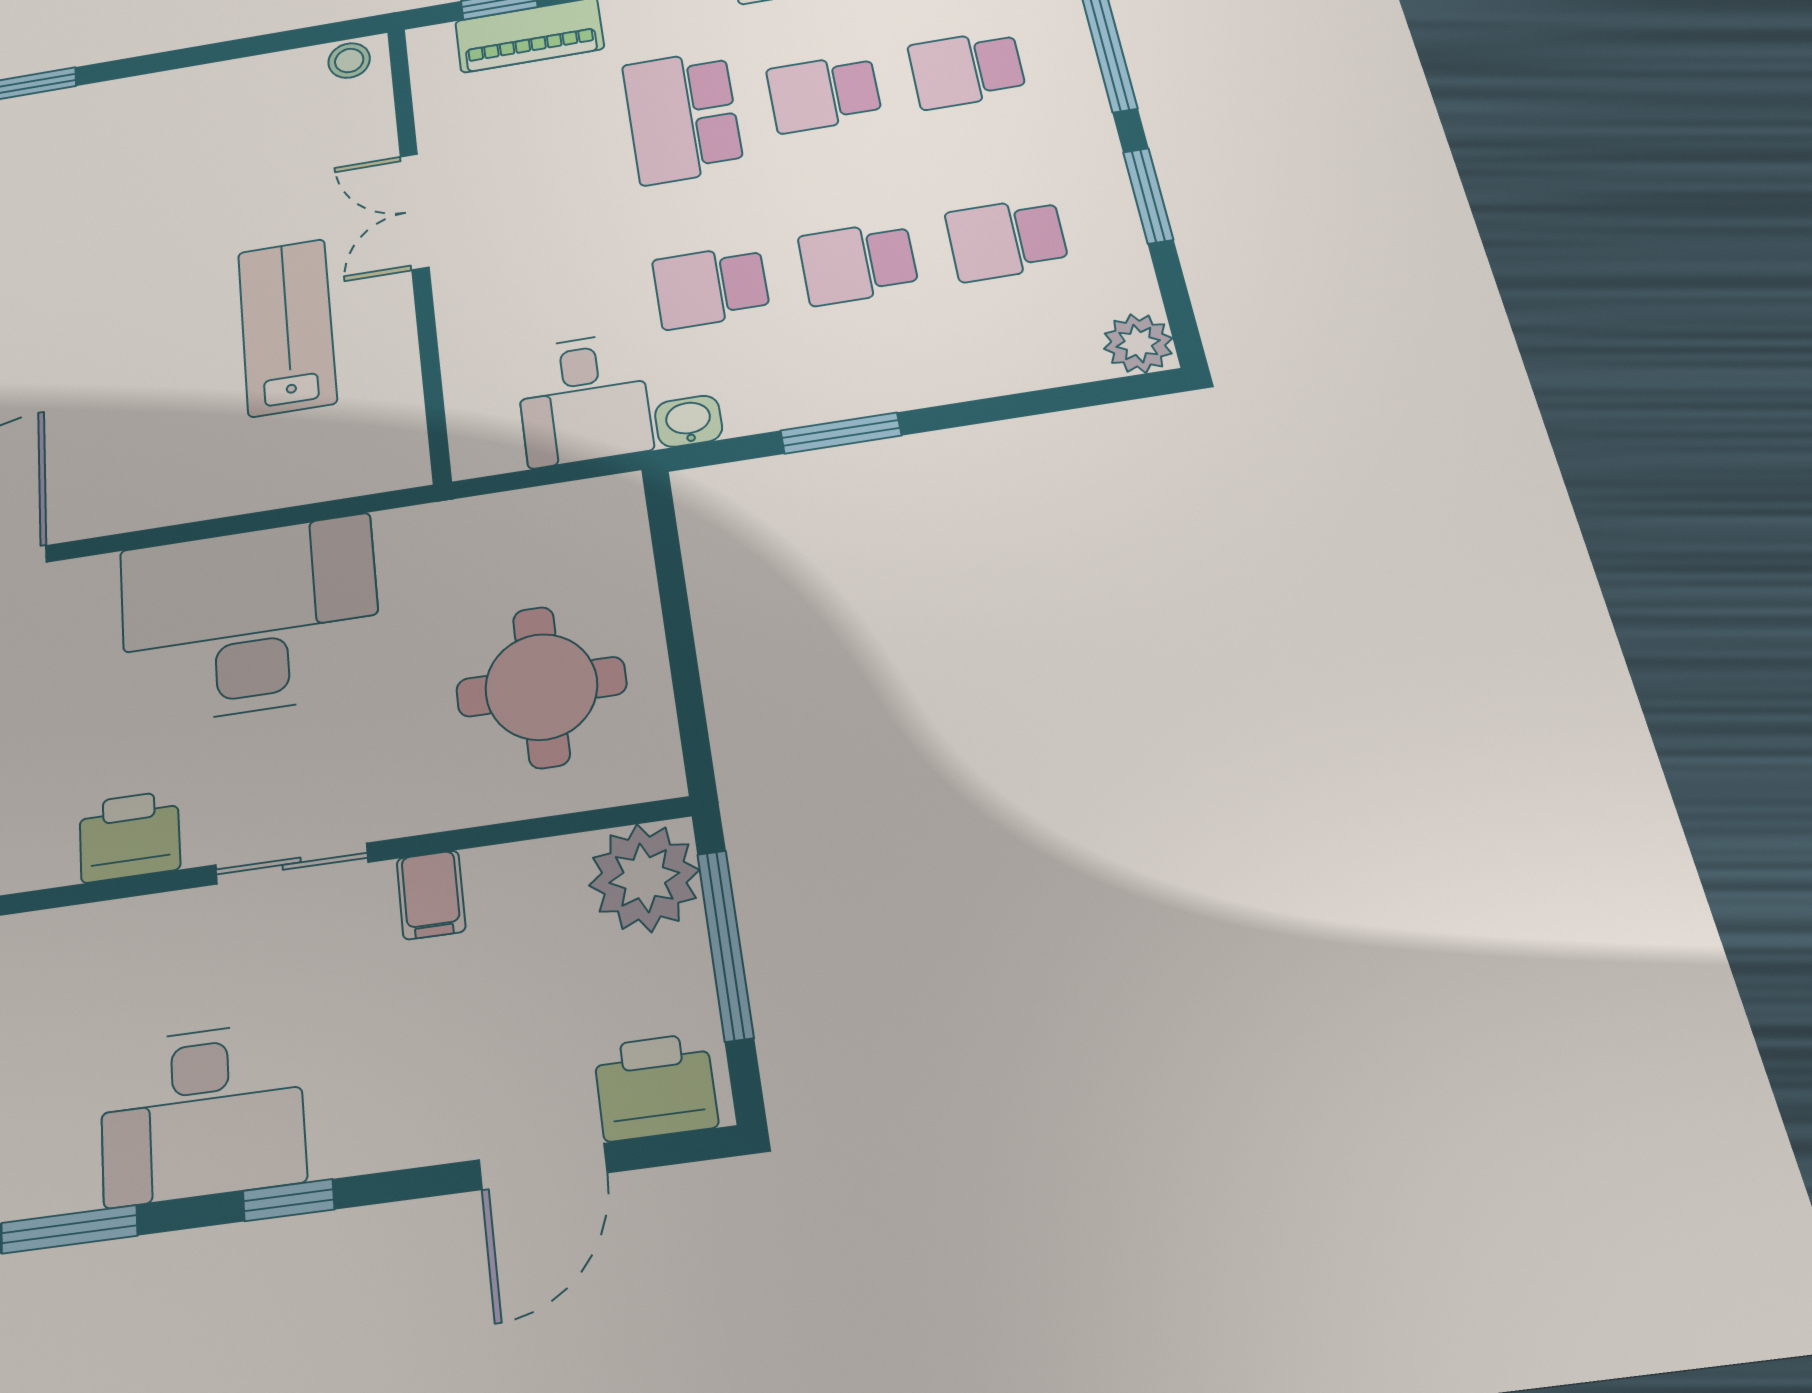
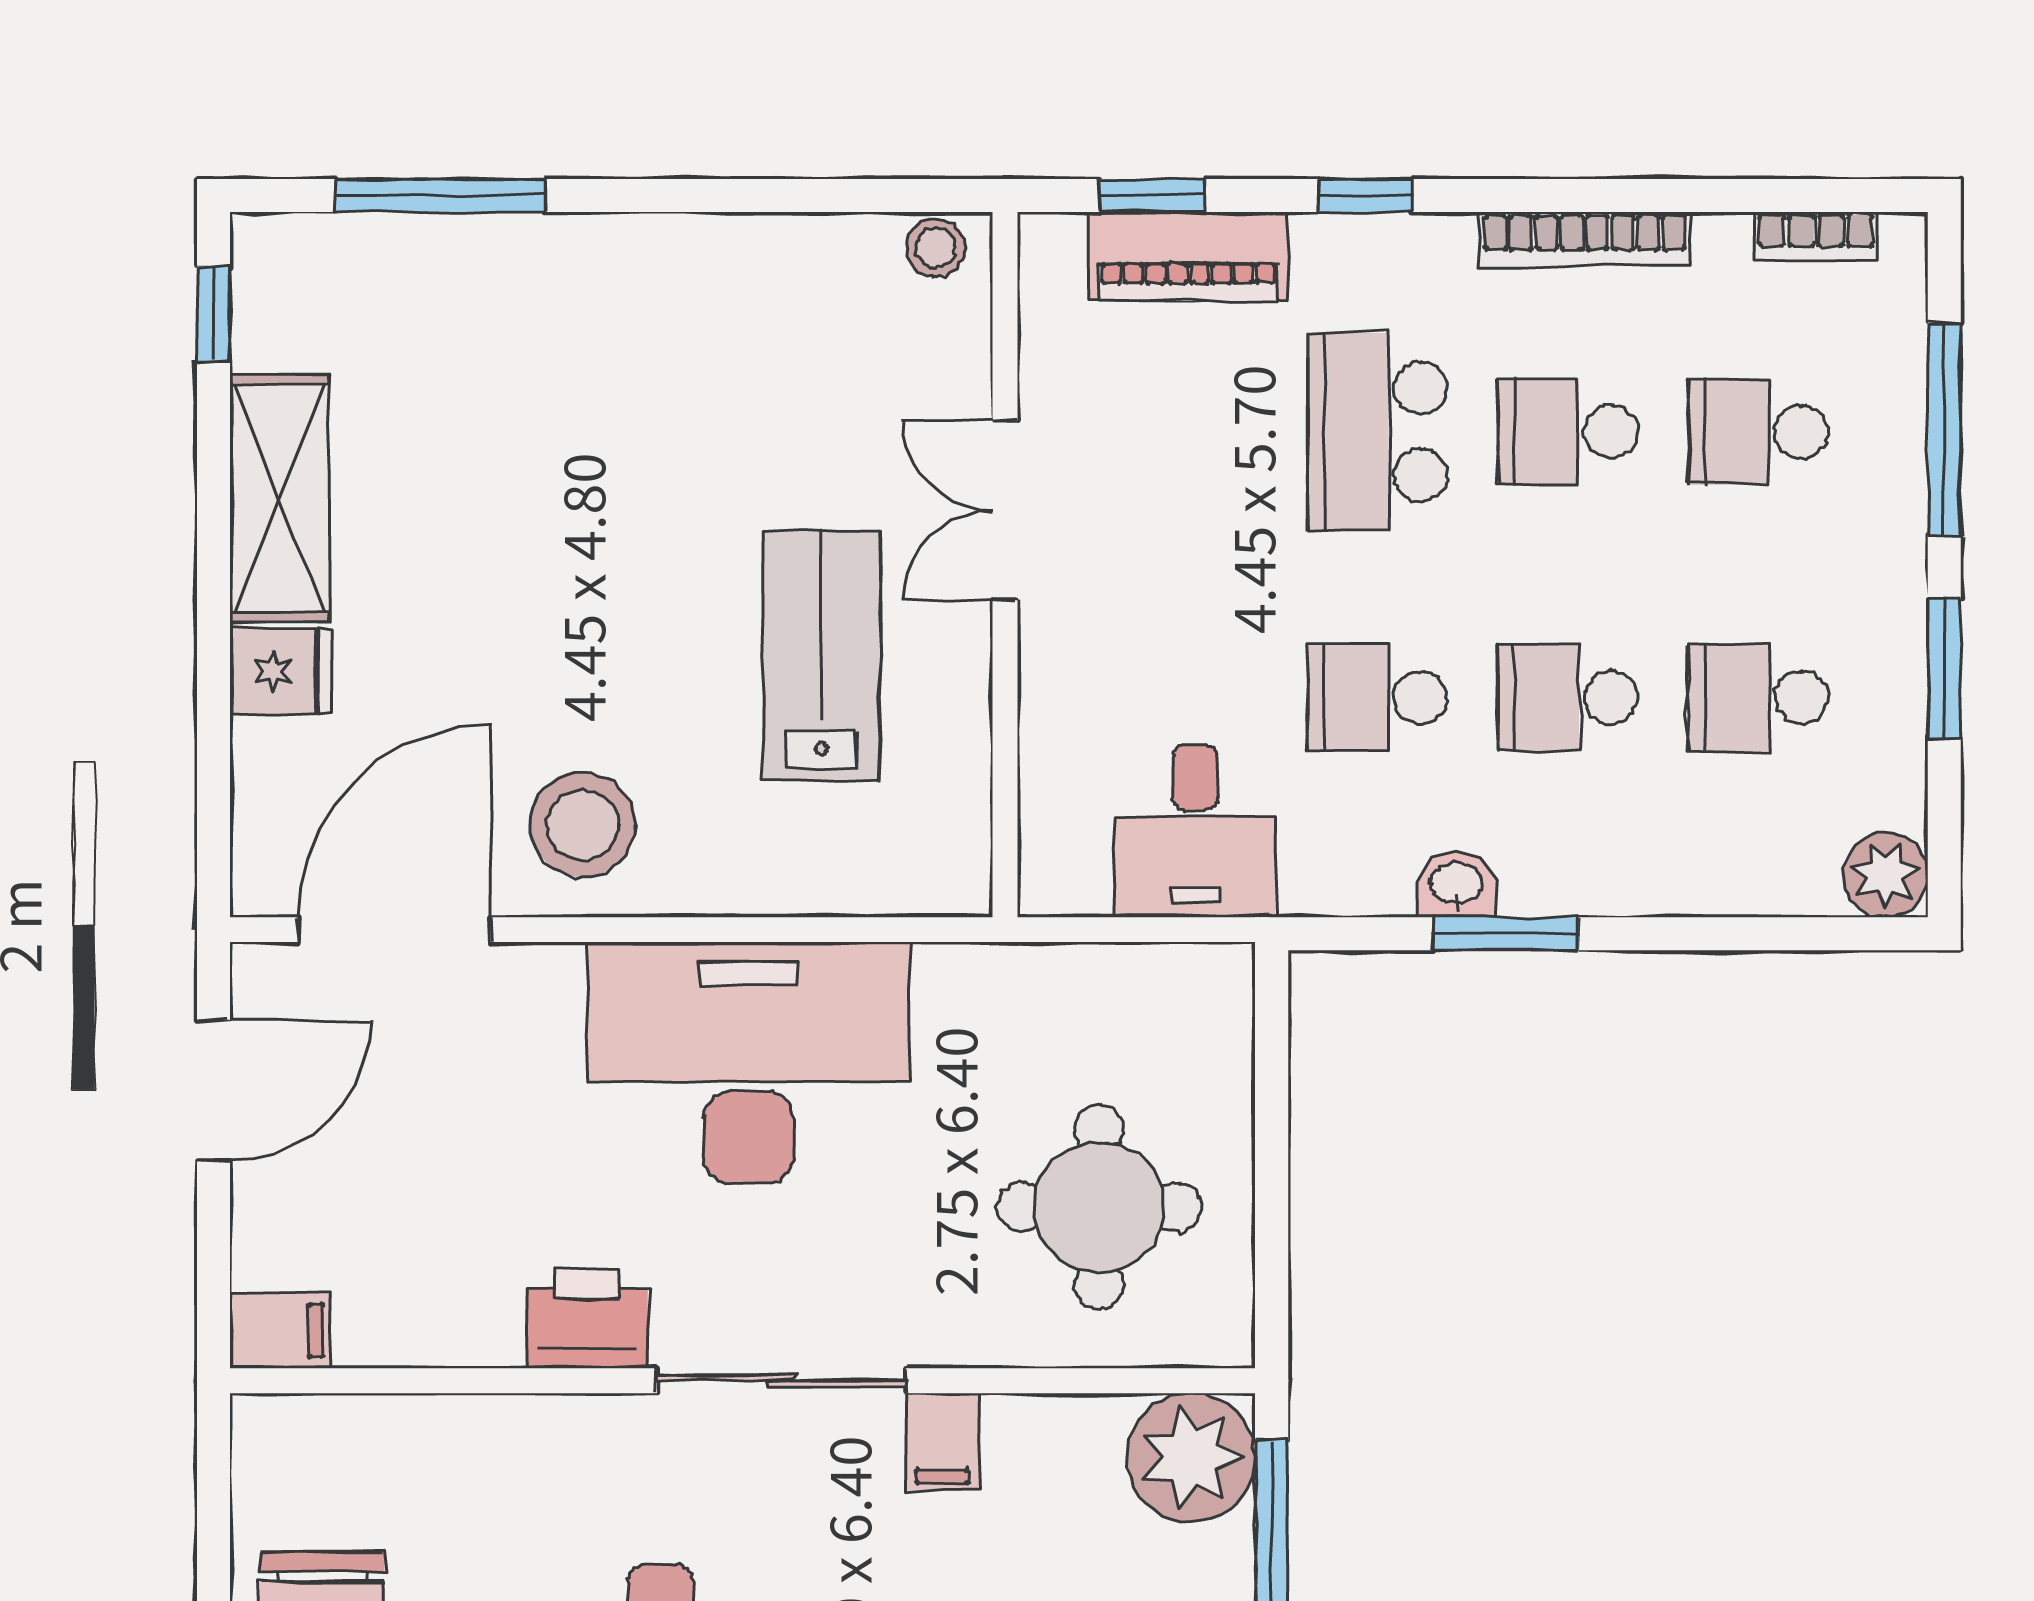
washbasin: (689, 421) -> (1456, 885), moved
stool: (114, 469) -> (583, 825), added
sliding door: (292, 864) -> (781, 1381), width x1.37

